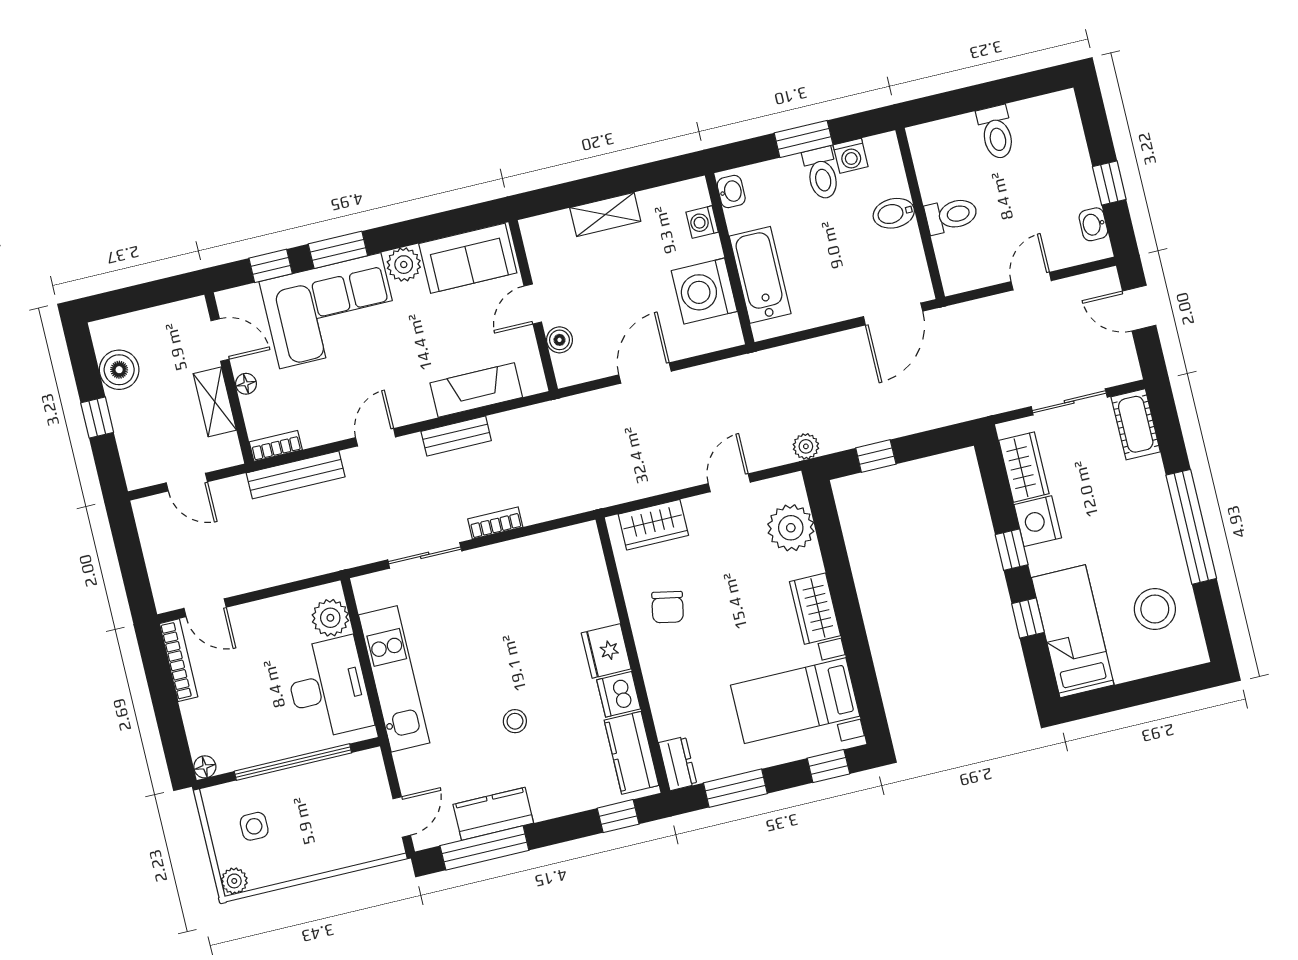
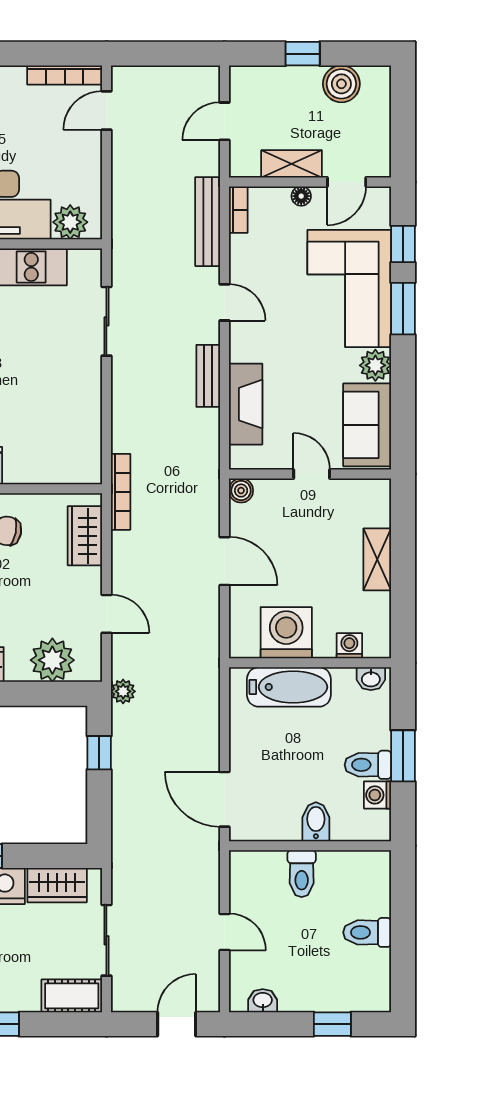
window: (1109, 183) -> (332, 1024), moved
boiler: (559, 340) -> (241, 491), moved
bookcase: (495, 523) -> (121, 492), moved, width x1.56

